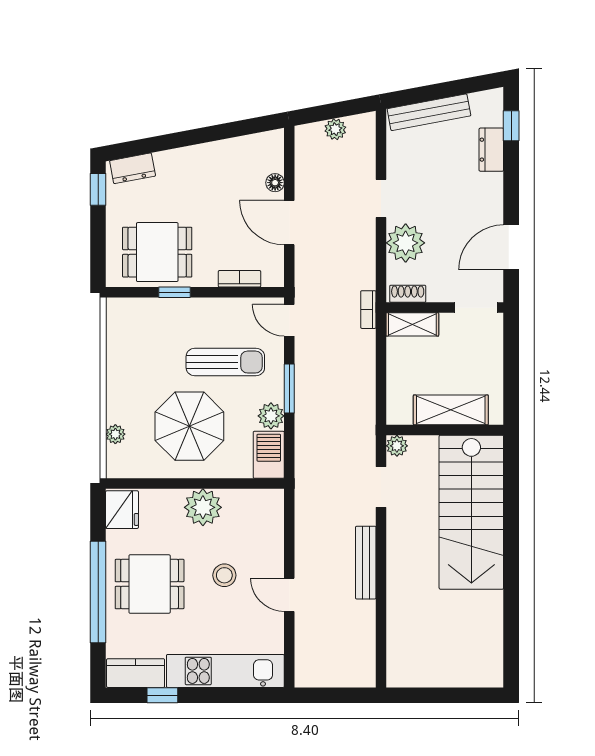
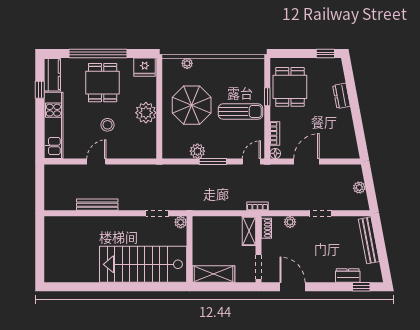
dresser: (133, 168) -> (341, 96), moved
floor lamp: (275, 183) -> (275, 153), moved
plant: (406, 243) -> (290, 222), width x0.53, depth x0.53
sun lounger: (225, 362) -> (240, 112), moved, turned -90
shelving: (451, 410) -> (213, 274), moved, turned 90
barbecue: (269, 455) -> (175, 150), removed
bench: (366, 563) -> (97, 205), moved

